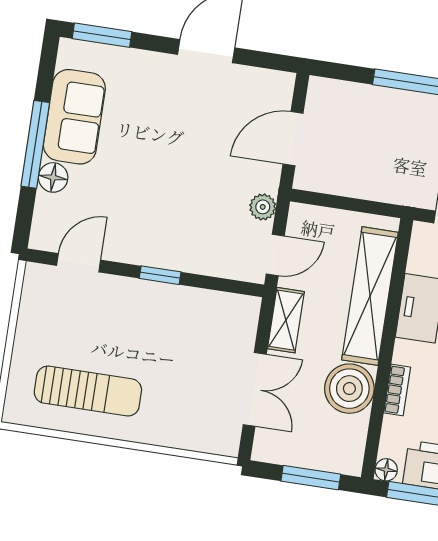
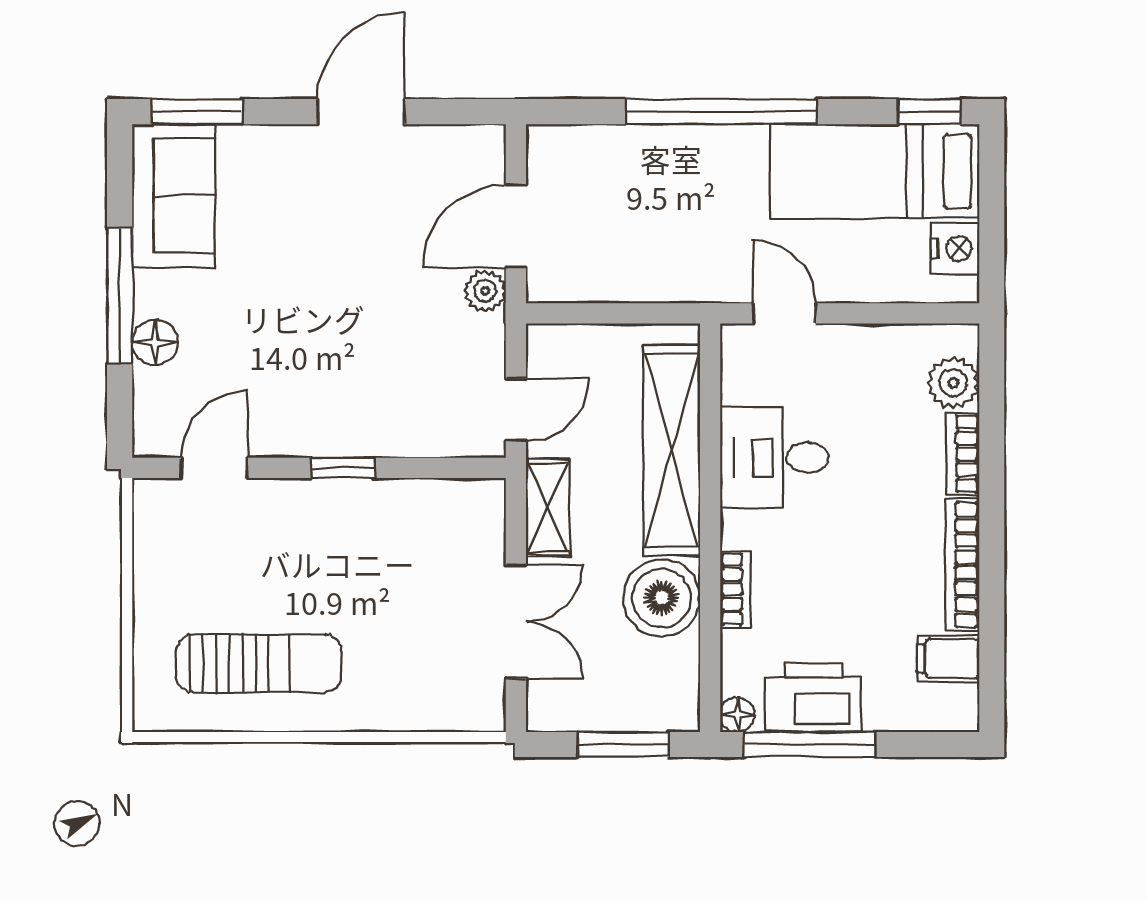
sofa: (74, 117) -> (174, 196), moved
plant: (263, 207) -> (485, 291), moved

